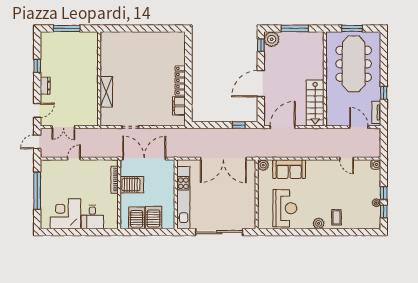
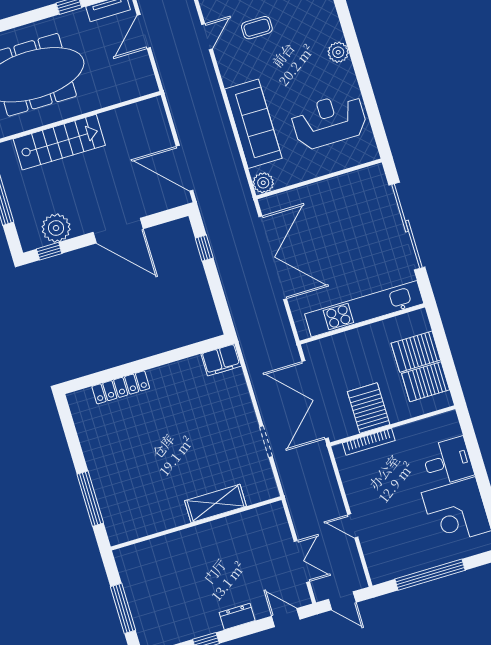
window: (128, 28) -> (90, 499), added
plant: (272, 39) -> (56, 228), moved
locker: (180, 80) -> (121, 387), moved
stairs: (315, 103) -> (59, 142), moved
filing cabinet: (179, 106) -> (221, 360), moved
sofa: (289, 169) -> (253, 124), width x1.36
coffee table: (336, 217) -> (257, 28), moved

